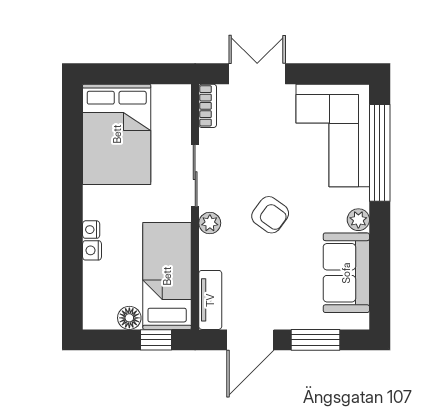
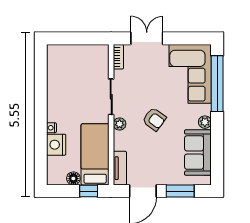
bed: (117, 134) -> (66, 73), removed
nightstand: (92, 250) -> (56, 145), width x1.89, depth x1.79

